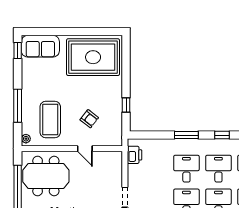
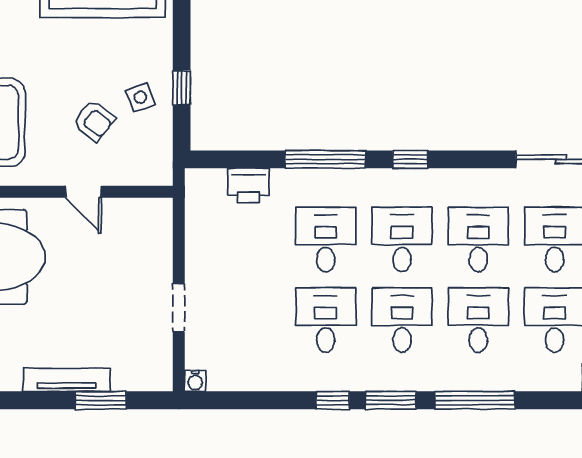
side table: (109, 109) -> (141, 97), added
window: (186, 135) -> (325, 159), width x1.44
printer: (134, 155) -> (249, 185), moved, turned 90

